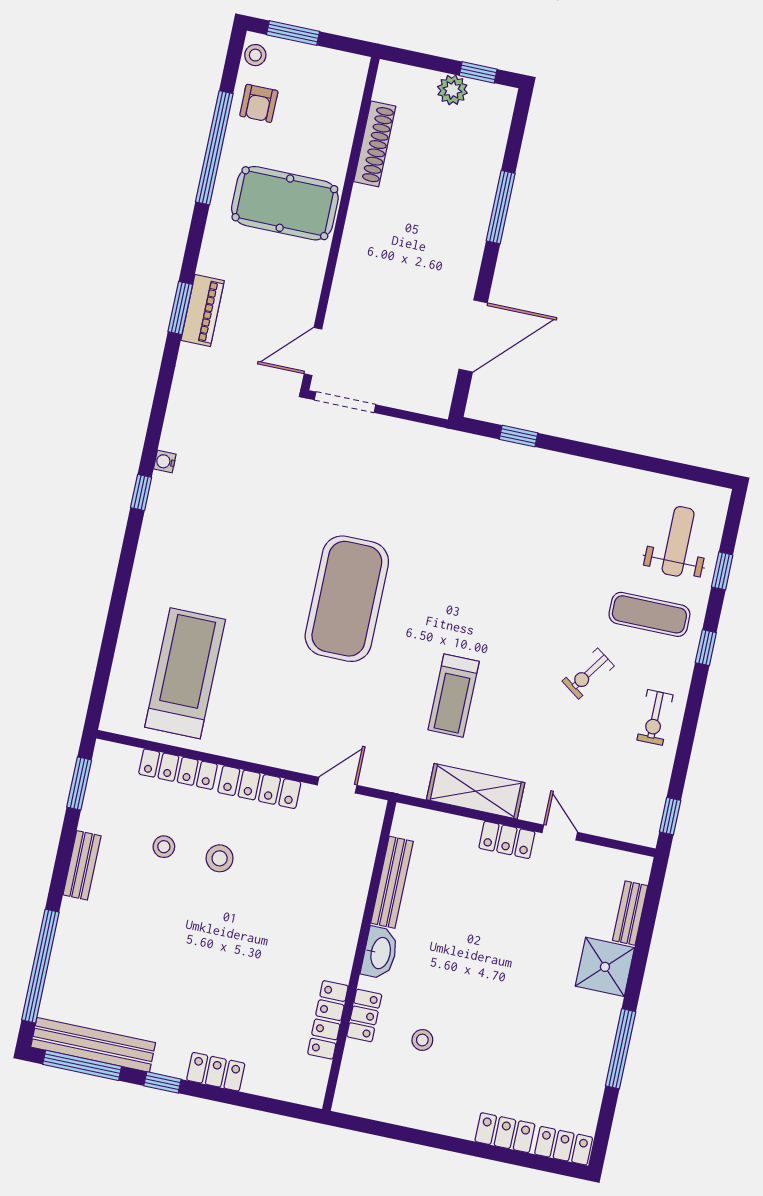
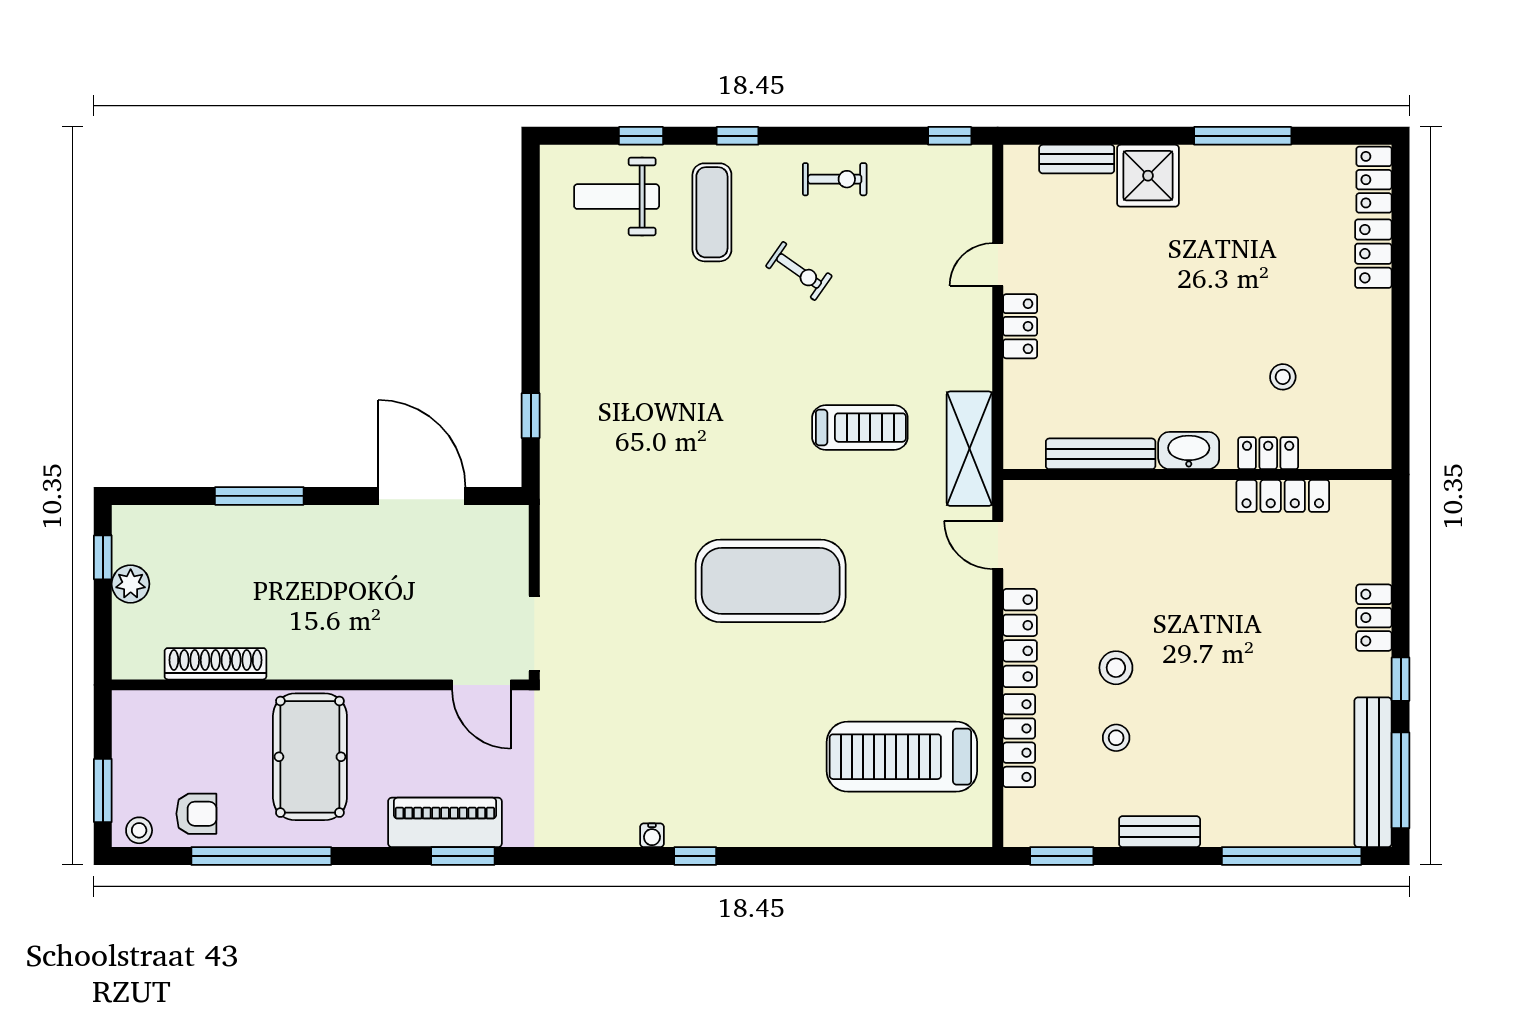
piano: (203, 310) -> (445, 822), width x1.37, depth x1.33
shelving: (476, 791) -> (969, 449), moved

